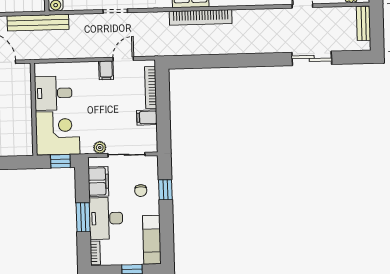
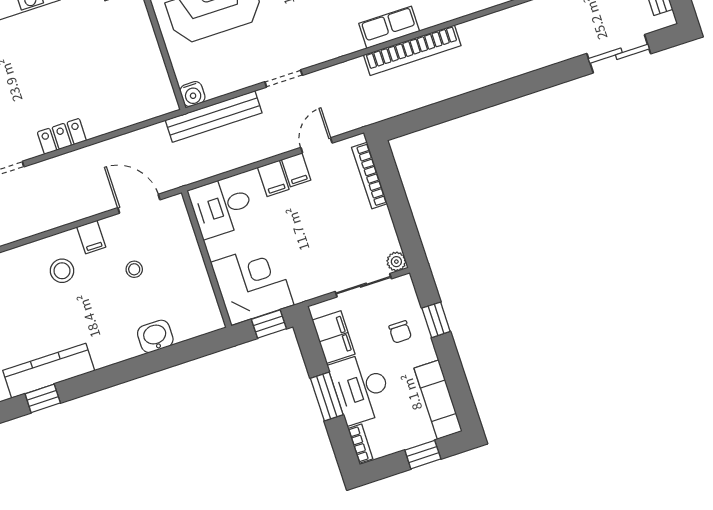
bench: (38, 23) -> (214, 116), moved
sliding door: (312, 58) -> (619, 54), moved
desk: (53, 93) -> (222, 207), moved
filing cabinet: (147, 117) -> (273, 178), moved, turned -90
plant: (100, 148) -> (396, 262), moved

